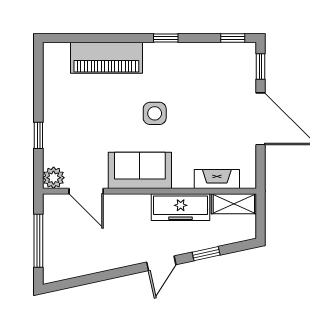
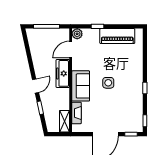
piano: (106, 58) -> (117, 36), moved, turned -90
sofa: (140, 170) -> (81, 86), moved
freezer: (181, 207) -> (63, 73), moved
door: (161, 263) -> (36, 86), swing flipped

